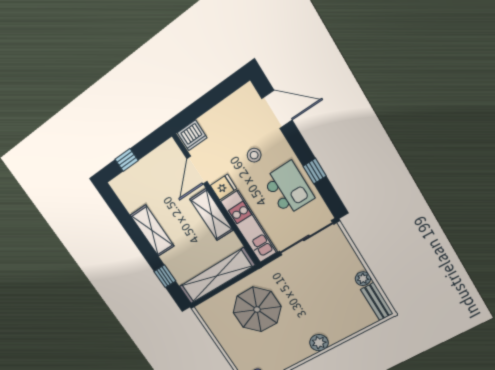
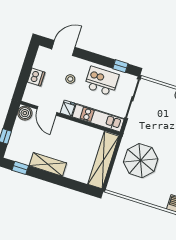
dishwasher: (192, 135) -> (36, 77), moved
boiler: (169, 152) -> (25, 113), added
window: (315, 171) -> (120, 66), moved
shelving: (212, 215) -> (73, 128), removed
window: (165, 276) -> (20, 168), moved

